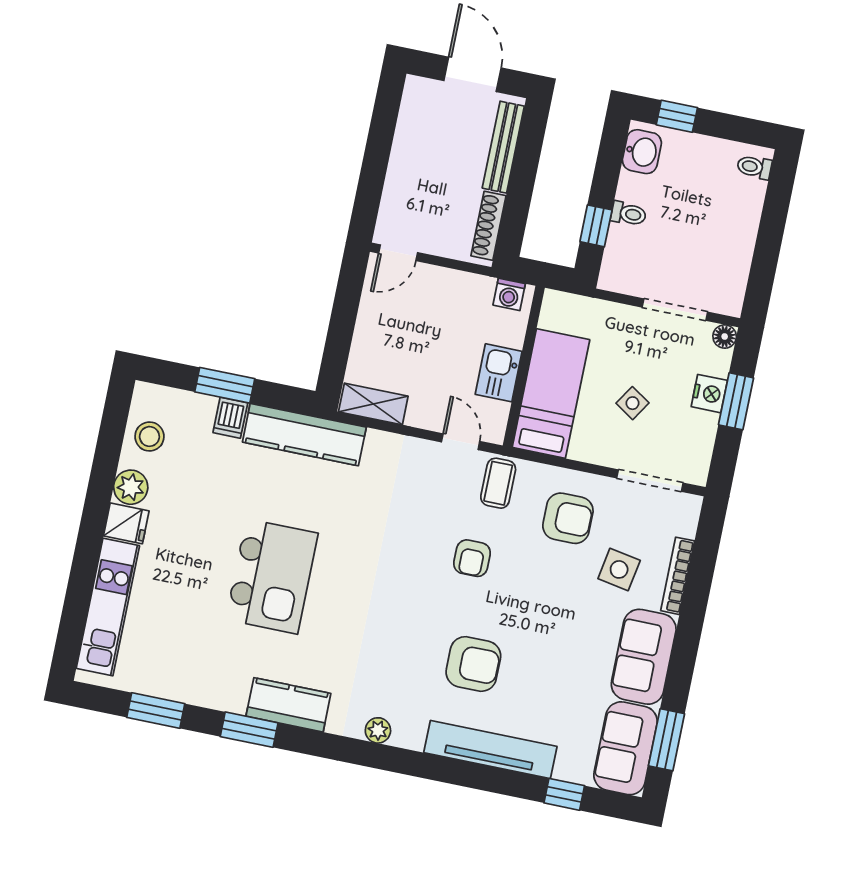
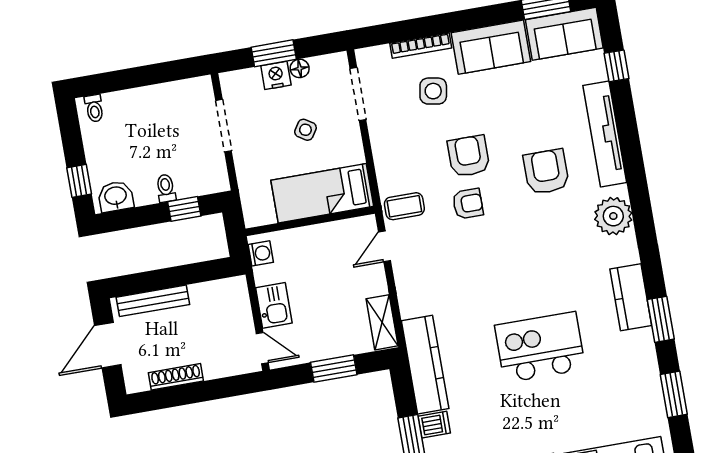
shoe rack: (488, 226) -> (176, 377), moved, turned 180
window: (342, 327) -> (334, 369), added
floor lamp: (725, 337) -> (300, 68), moved
kitchen sink: (499, 373) -> (274, 305), moved, turned -90
armchair: (568, 518) -> (469, 156), moved
plant: (378, 730) -> (613, 216), width x1.87, depth x1.87

